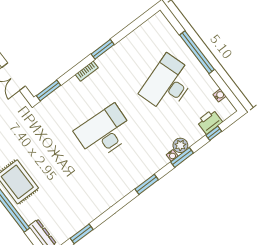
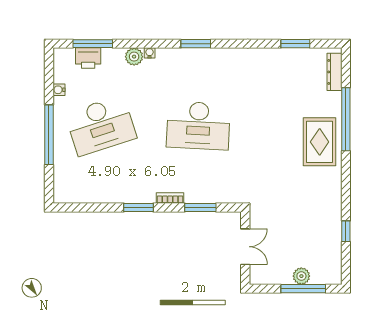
window: (49, 90) -> (200, 207), moved
water cooler: (220, 95) -> (59, 90), moved
window: (214, 133) -> (93, 44), width x2.17
window: (182, 157) -> (142, 44), removed

